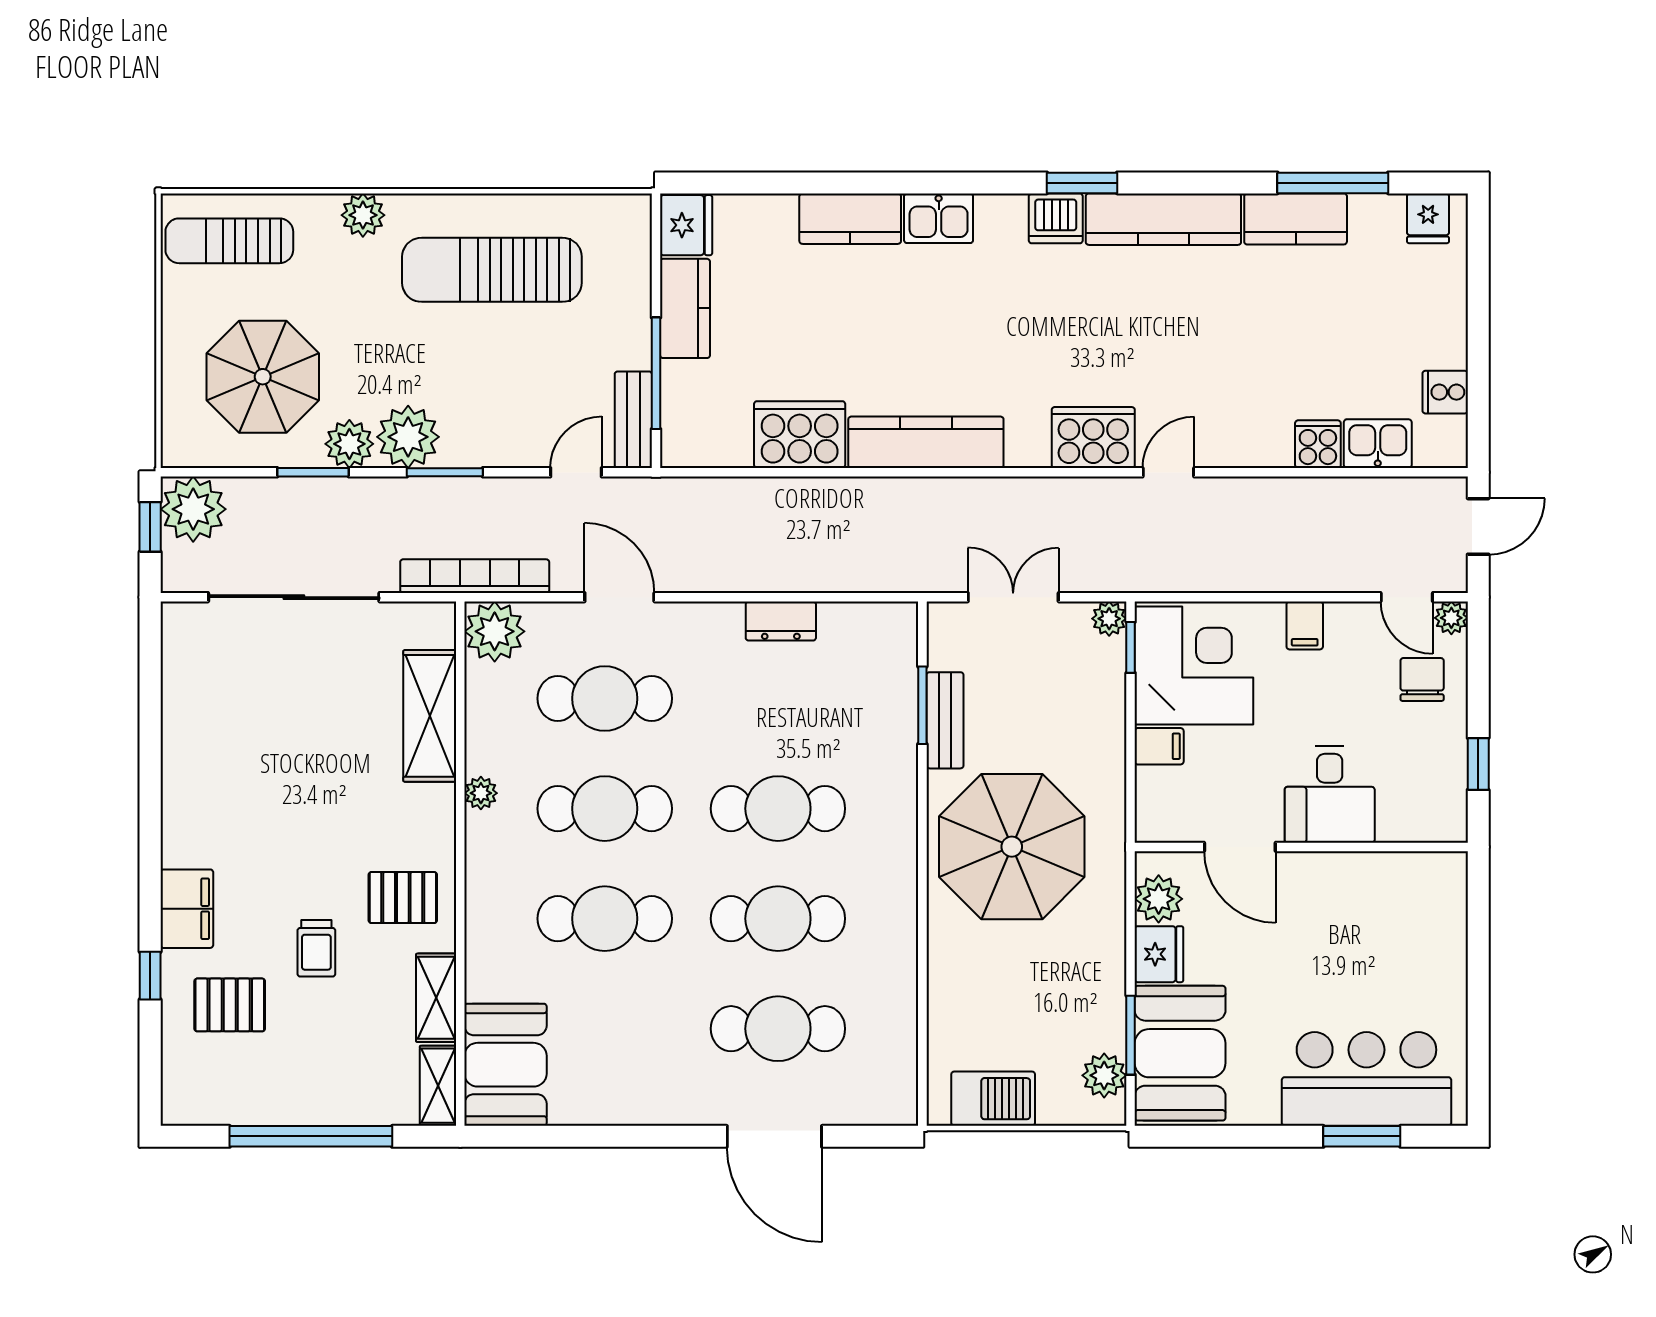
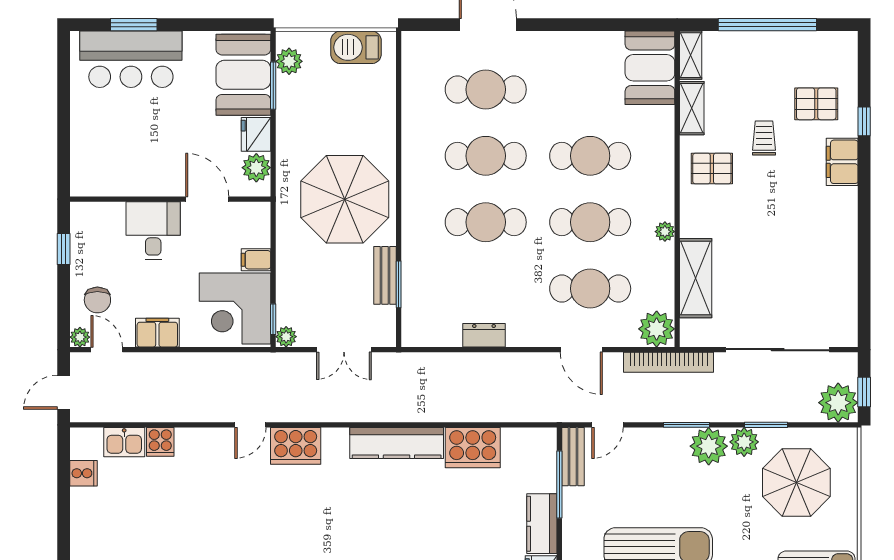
filing cabinet: (1305, 625) -> (157, 333), width x2.00

